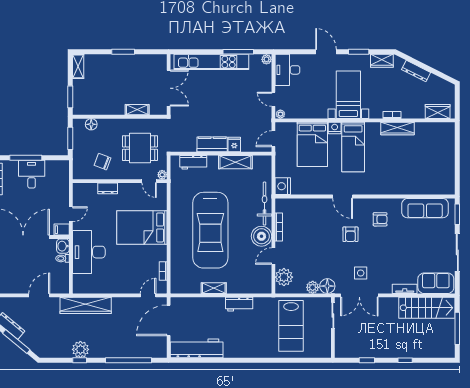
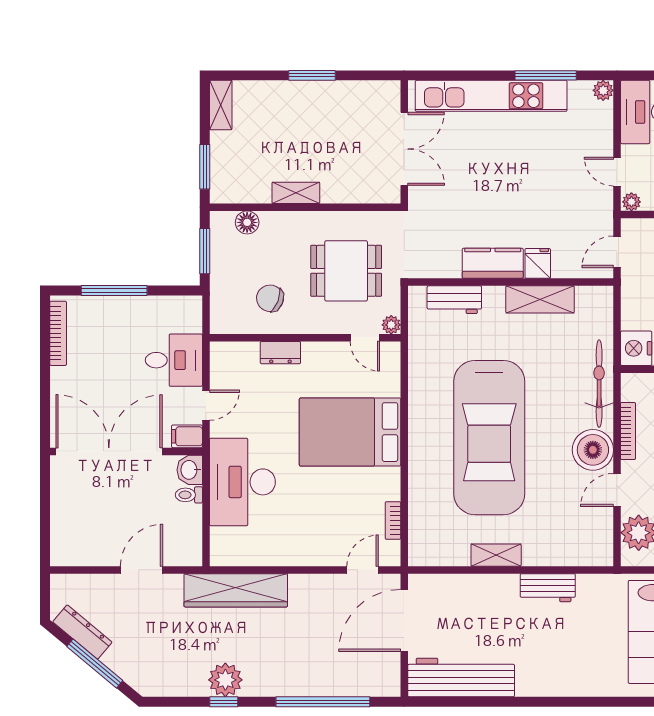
shelving: (137, 110) -> (296, 193), moved
desk: (32, 174) -> (174, 360), moved, turned 90

